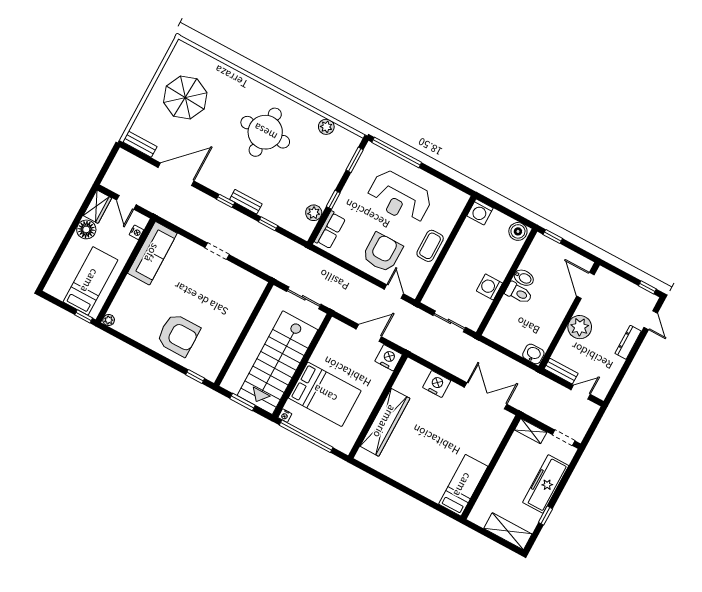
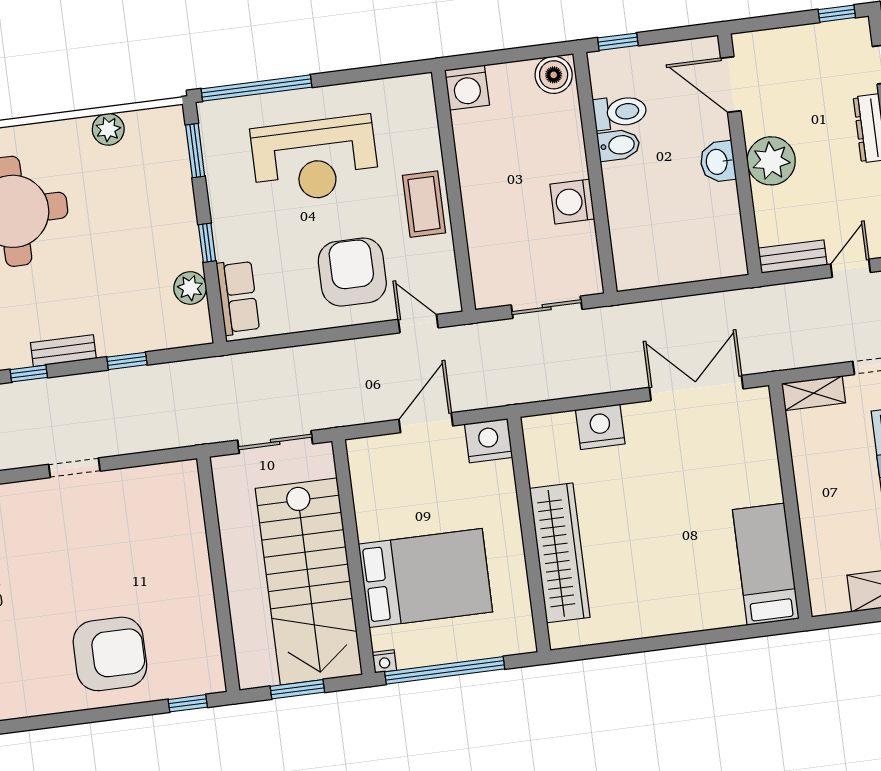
toilet: (519, 293) -> (620, 112), moved
washbasin: (533, 354) -> (718, 162), moved, turned -90

